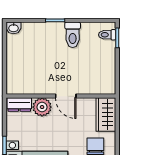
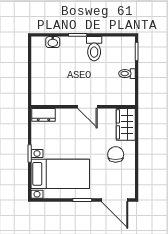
washbasin: (14, 28) -> (53, 42), moved
toilet: (107, 35) -> (127, 74), moved
plant: (42, 107) -> (65, 117), removed

